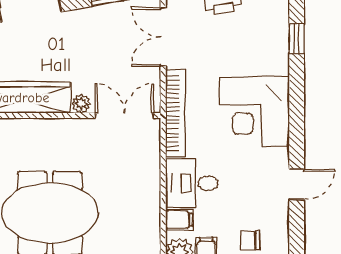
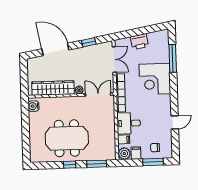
double door: (163, 37) -> (114, 59), swing flipped
window: (297, 38) -> (173, 58), width x2.17
corner desk: (254, 112) -> (155, 79), moved

